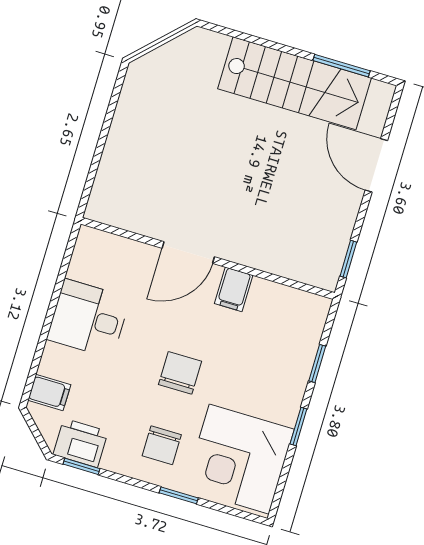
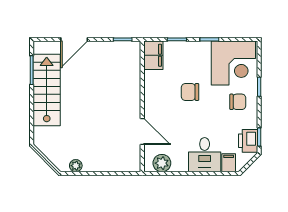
plant: (132, 96) -> (76, 166), added
door: (188, 253) -> (142, 132), moved
plant: (87, 264) -> (162, 163), added
filing cabinet: (234, 289) -> (153, 55), moved, width x2.00
desk: (88, 319) -> (205, 155), moved
chair: (180, 373) -> (190, 92), moved

